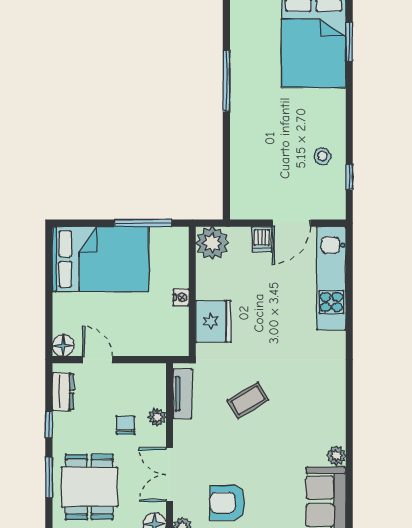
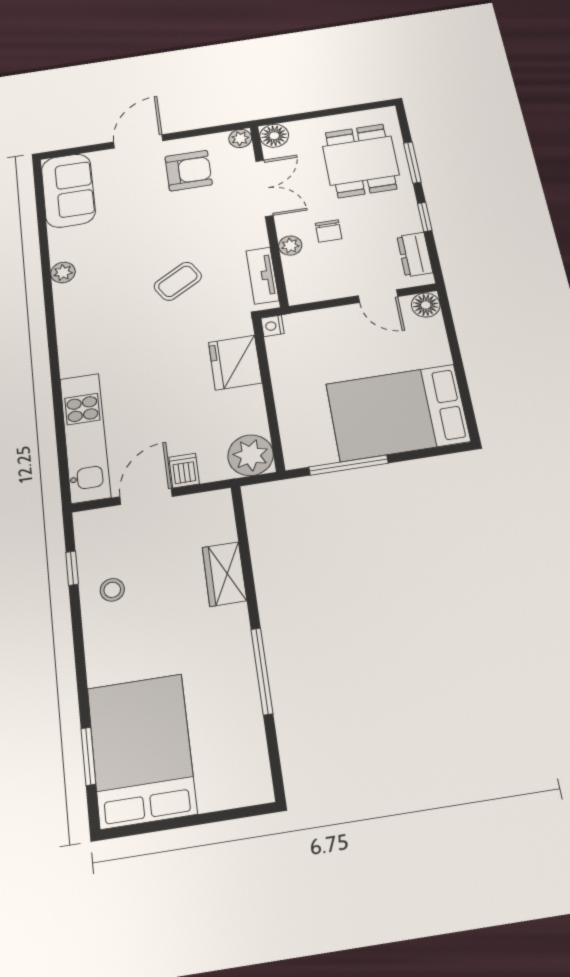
wardrobe: (243, 155) -> (224, 574), added
nightstand: (181, 297) -> (272, 326), moved
plant: (336, 456) -> (63, 272), moved

